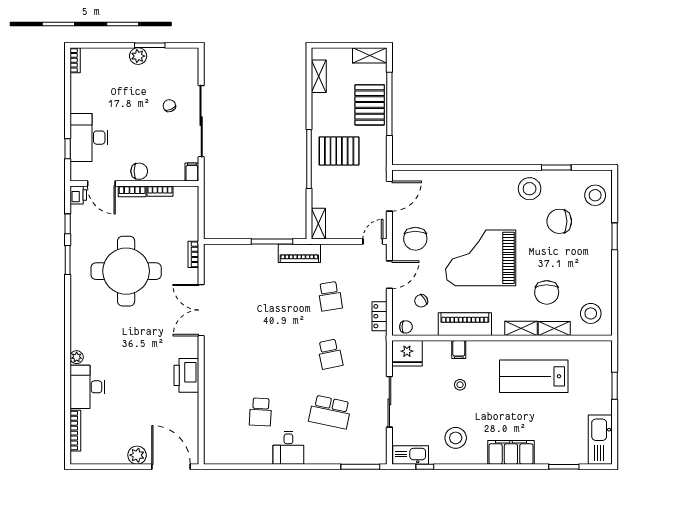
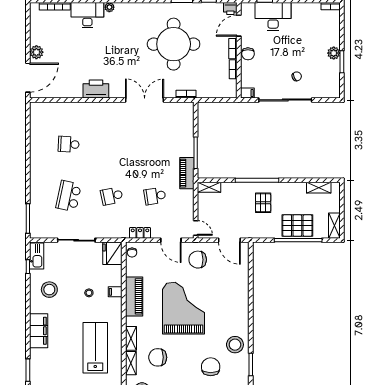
pallet: (339, 151) -> (263, 203), width x0.67, depth x0.71
chair: (421, 301) -> (151, 264), removed
desk: (288, 448) -> (42, 165), removed

